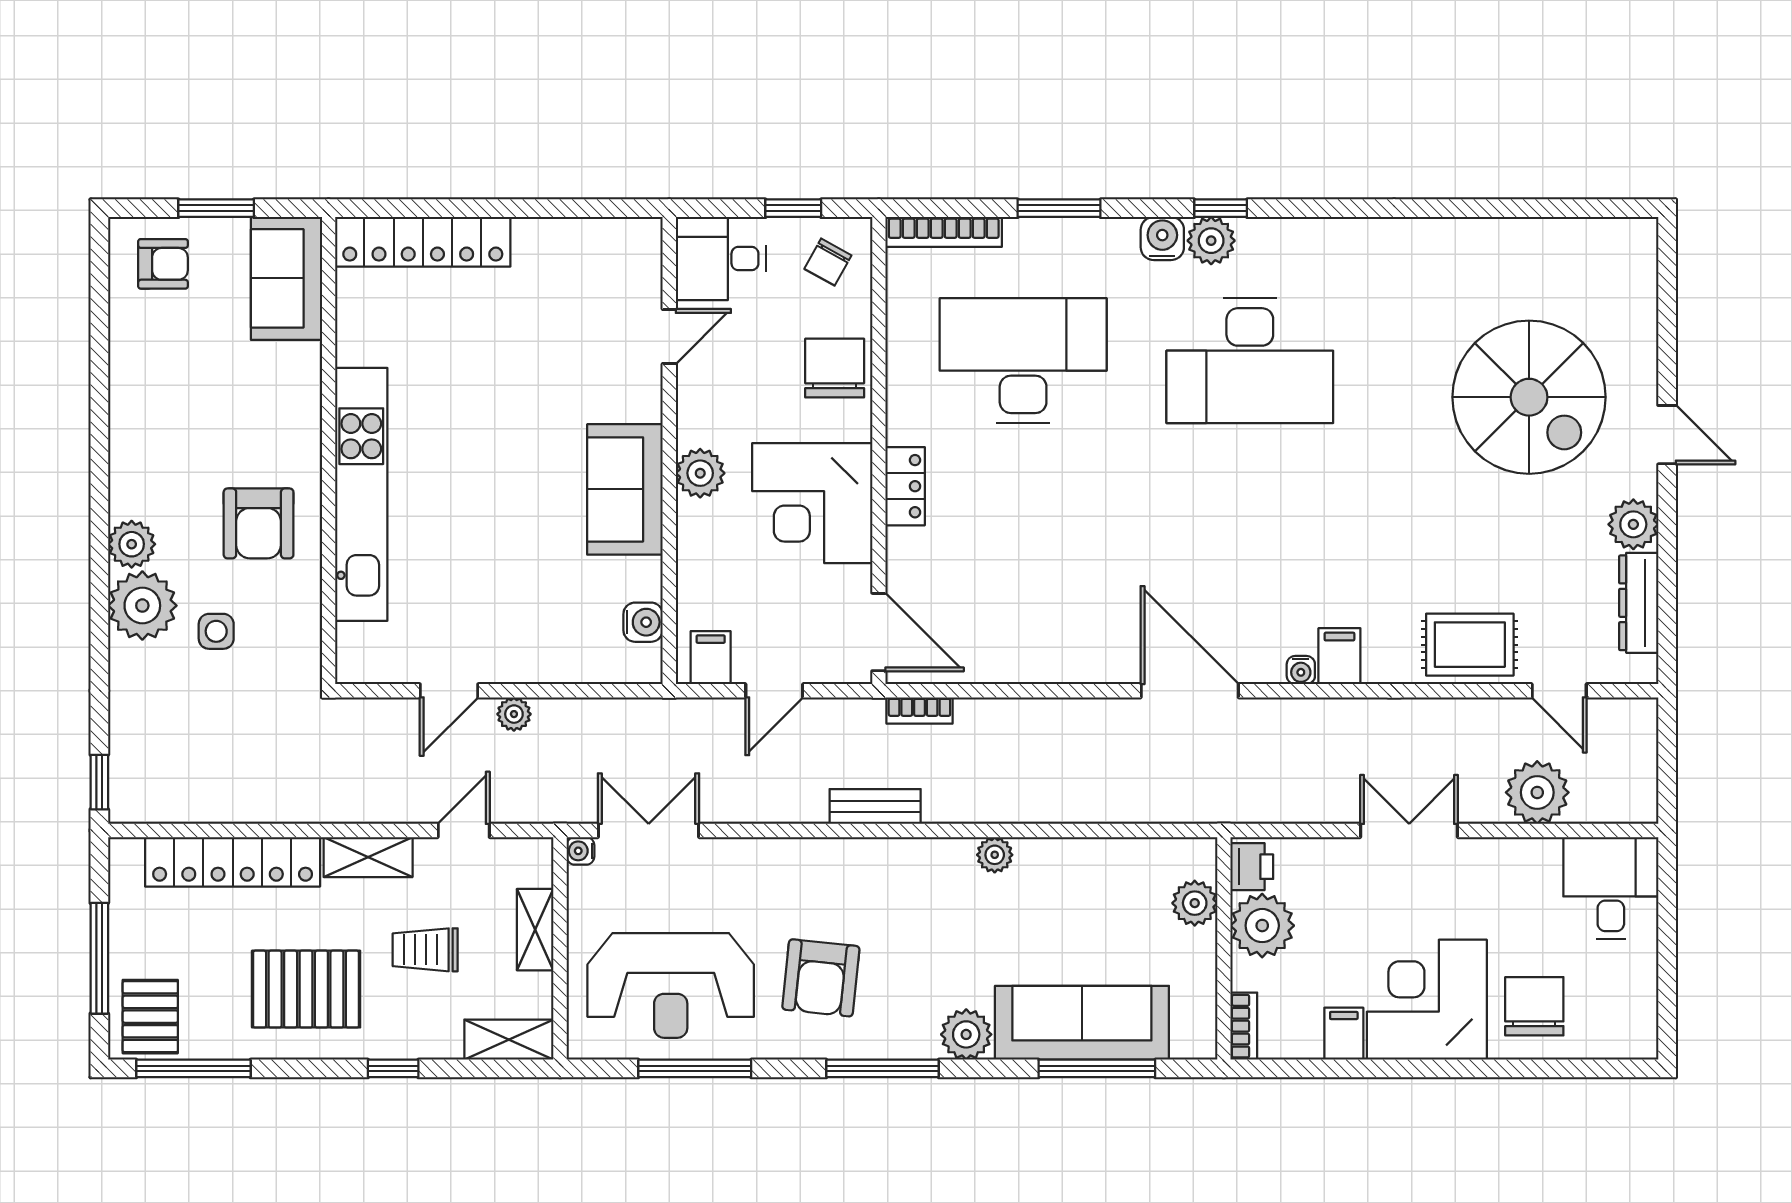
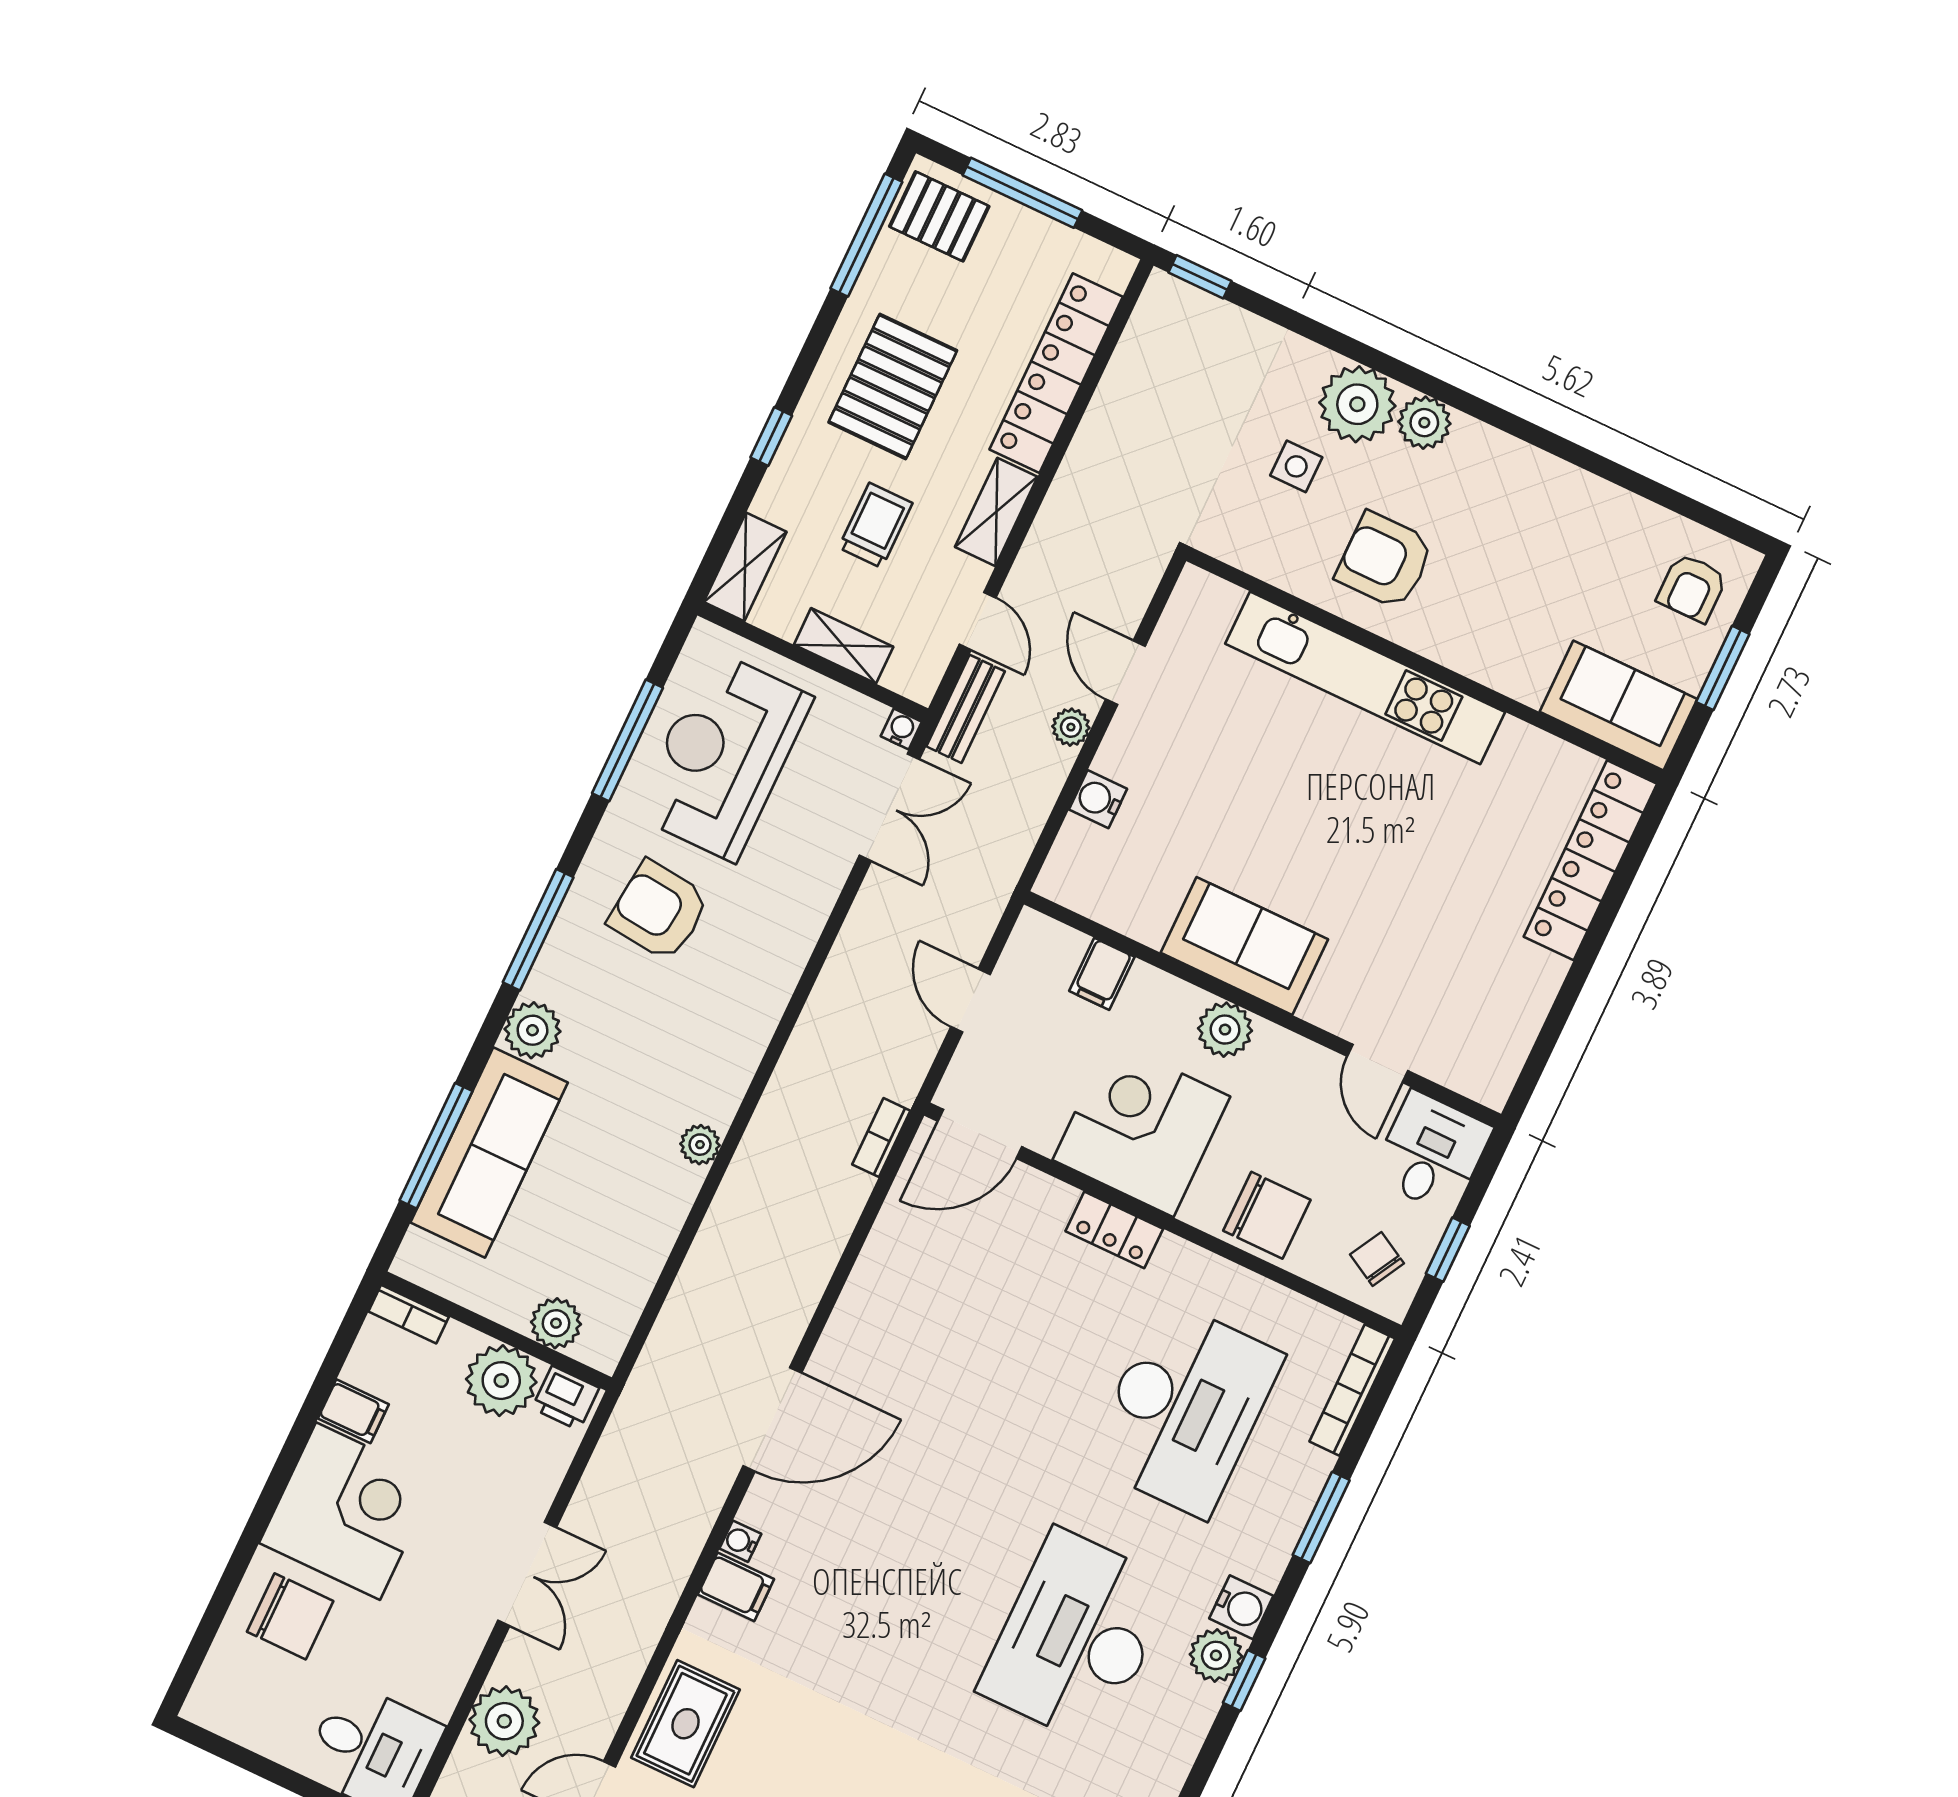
water cooler: (643, 622) -> (1098, 799), moved, turned 90
filing cabinet: (711, 658) -> (1102, 974), moved, turned 90
bench: (875, 807) -> (966, 709), moved

